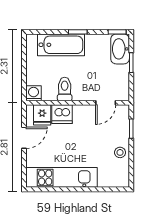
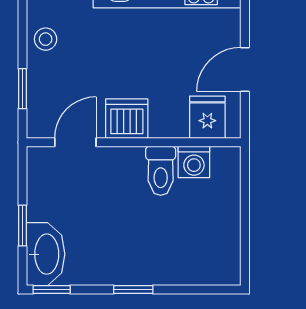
bathtub: (61, 45) -> (168, 263), removed
washing machine: (34, 93) -> (194, 162), moved
dishwasher: (62, 114) -> (127, 119), moved

